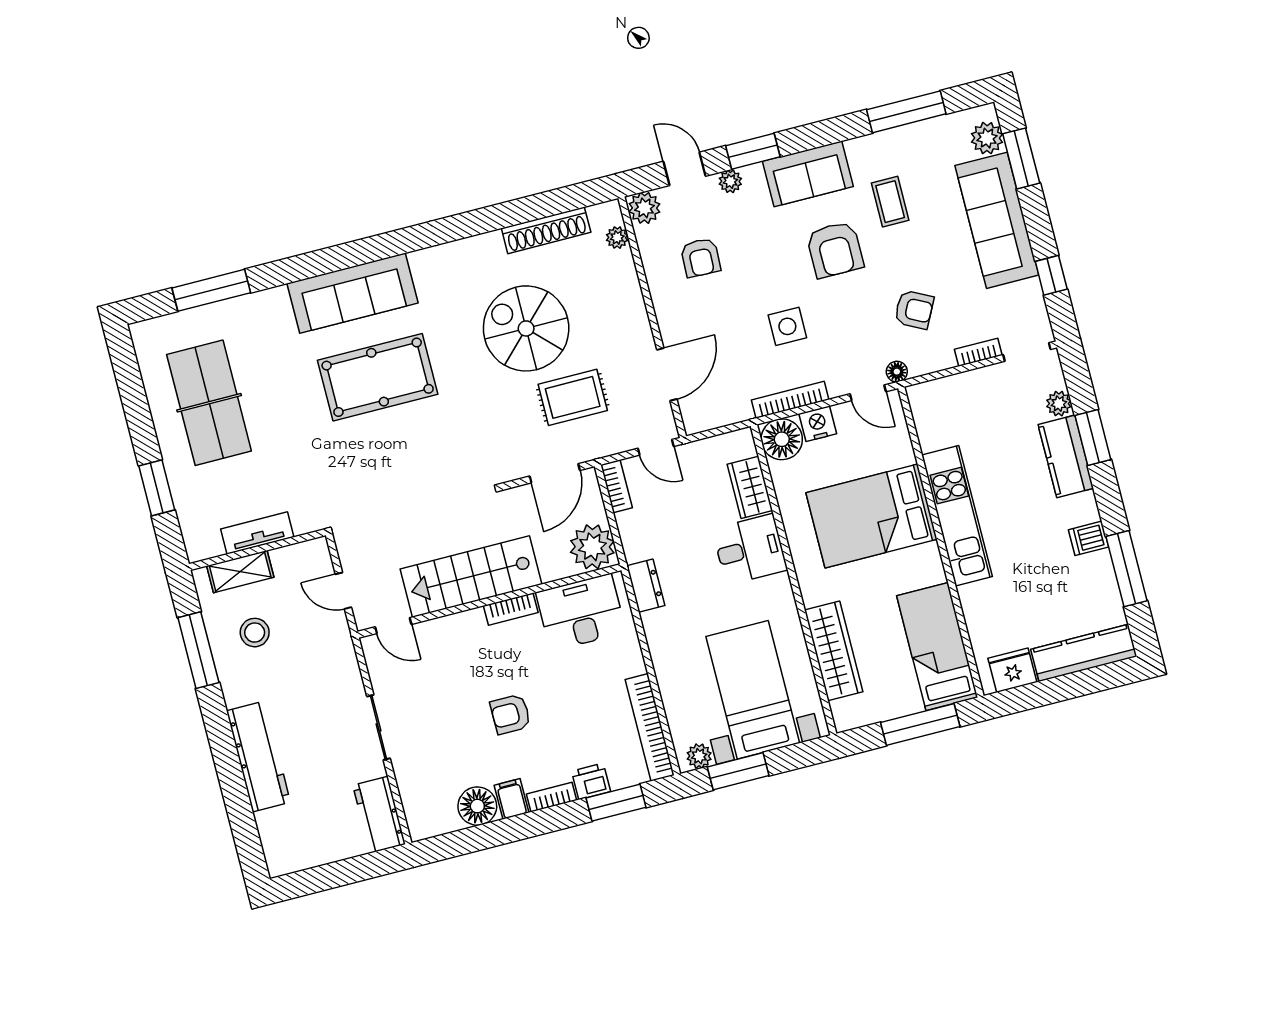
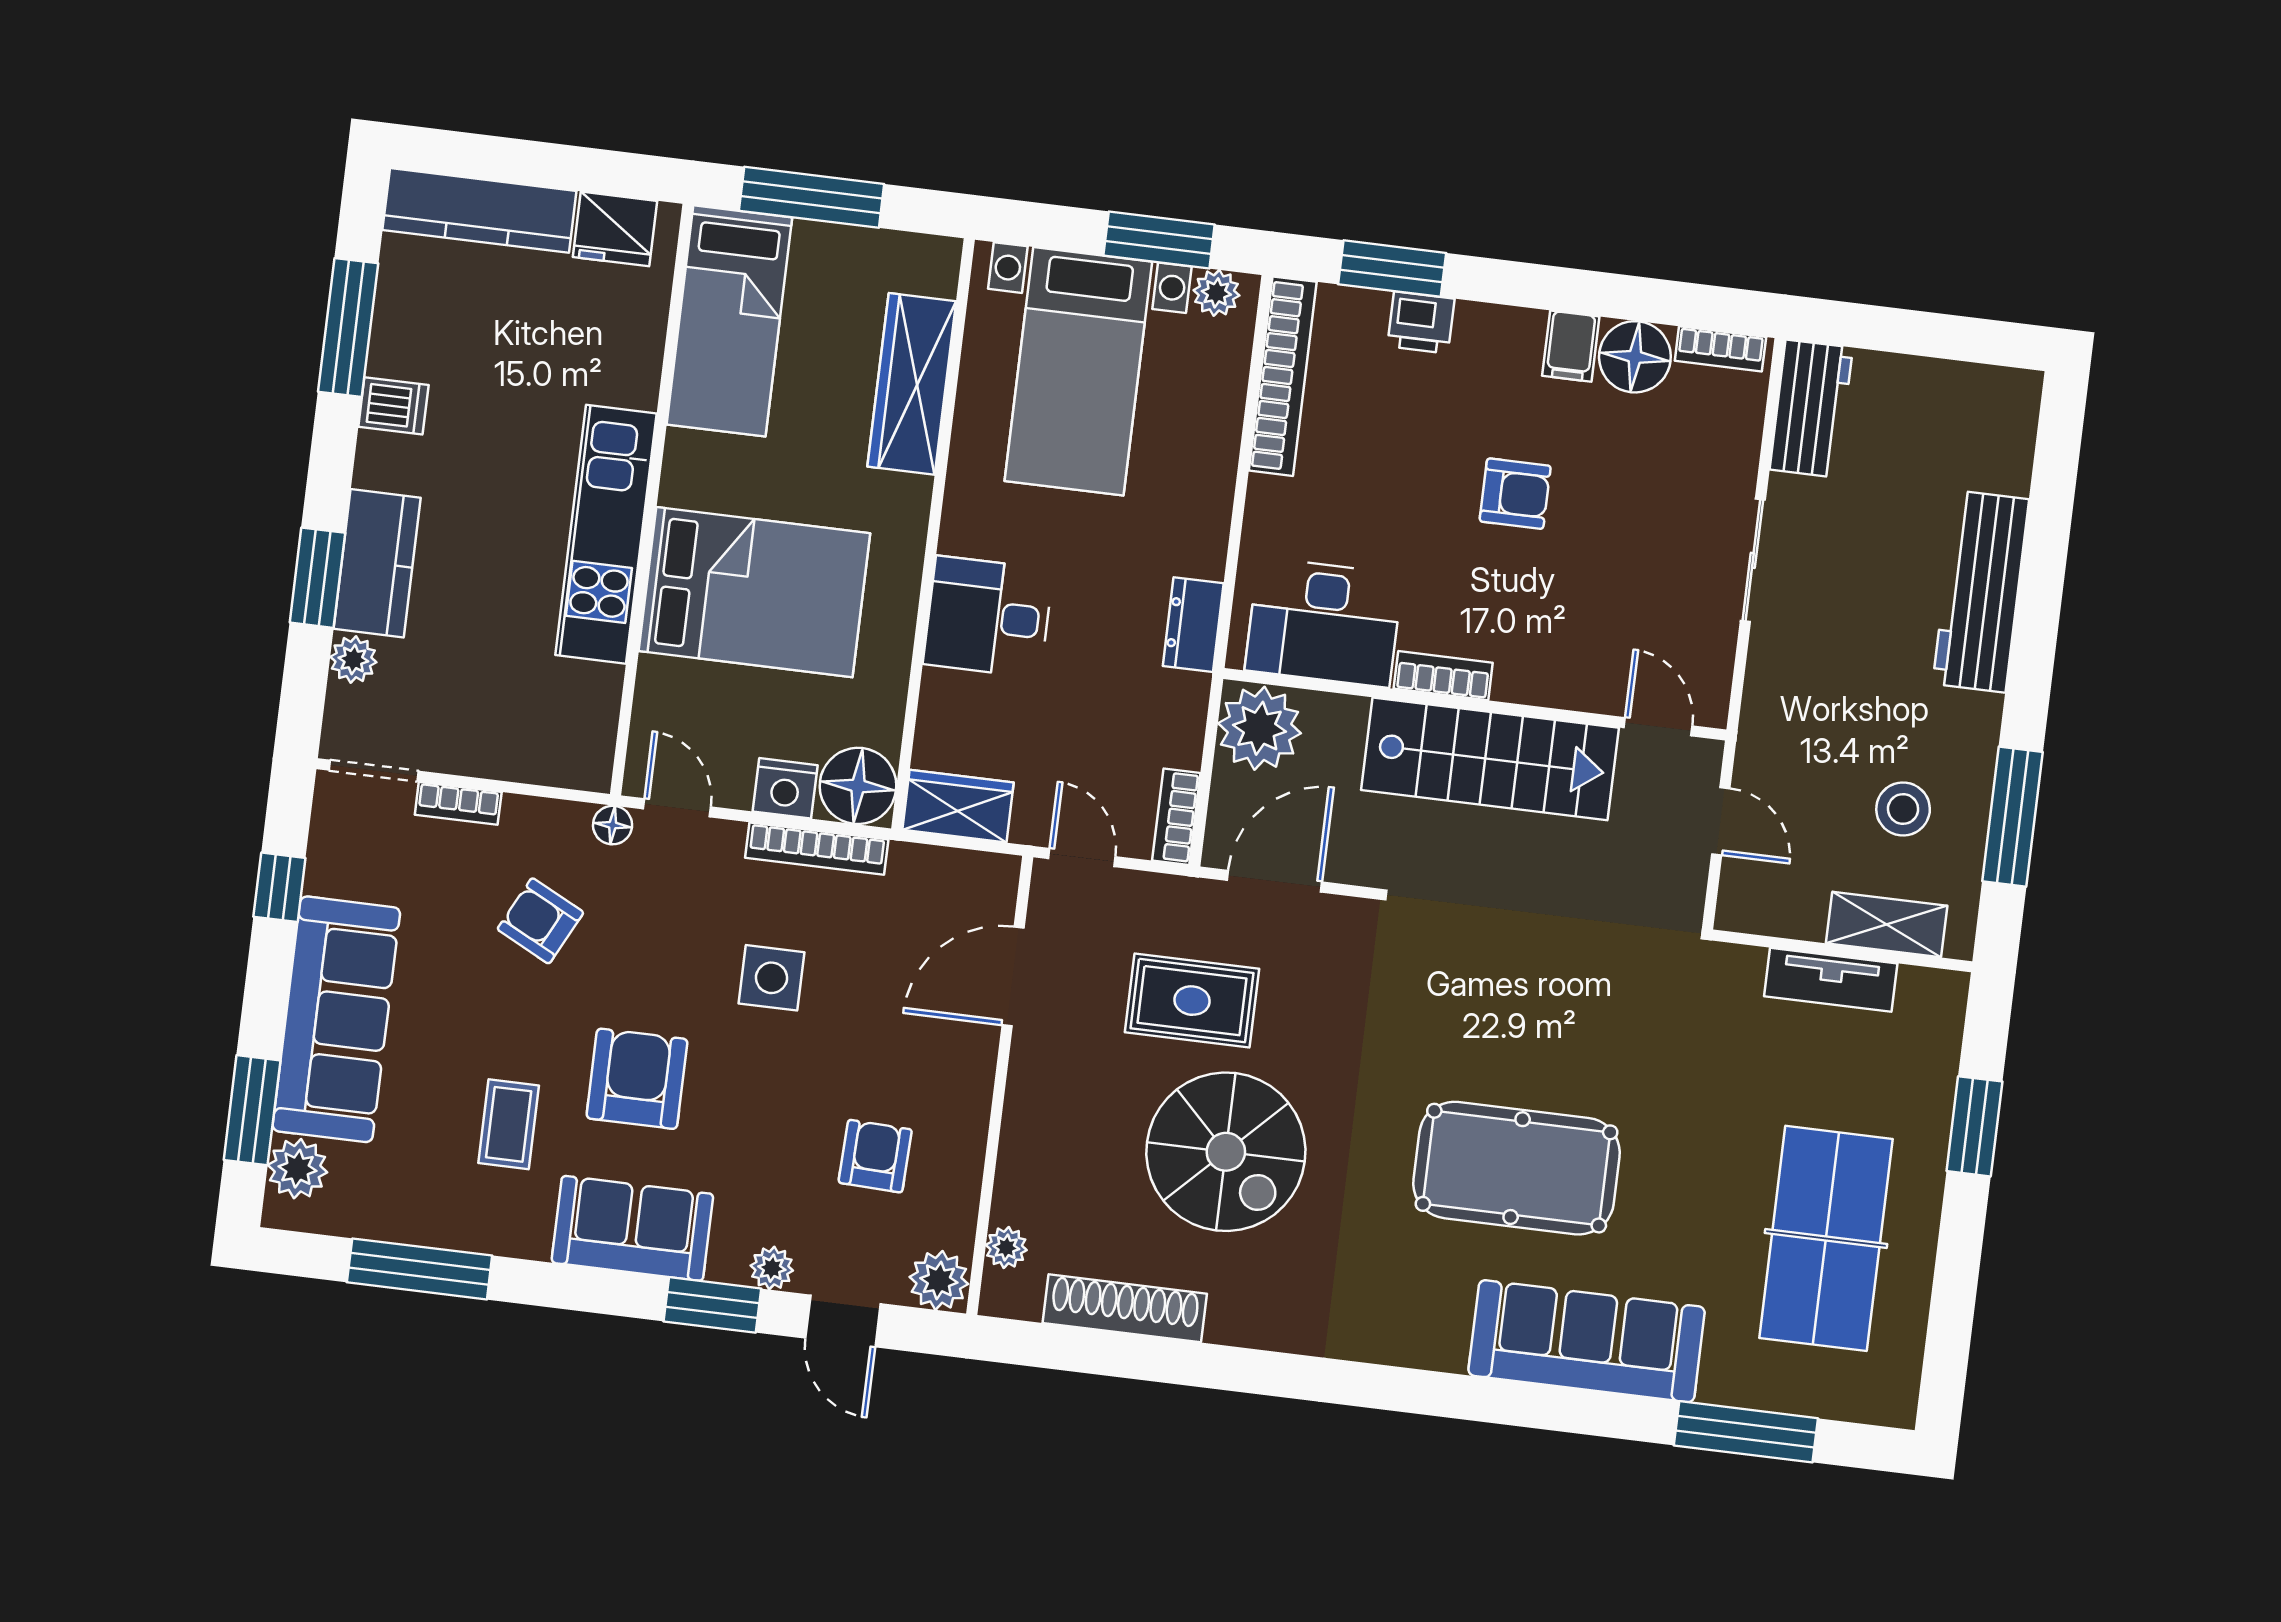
sofa: (353, 293) -> (1587, 1341), moved
wardrobe: (750, 487) -> (958, 806), moved, turned -90
bookcase: (551, 797) -> (1720, 349), moved

